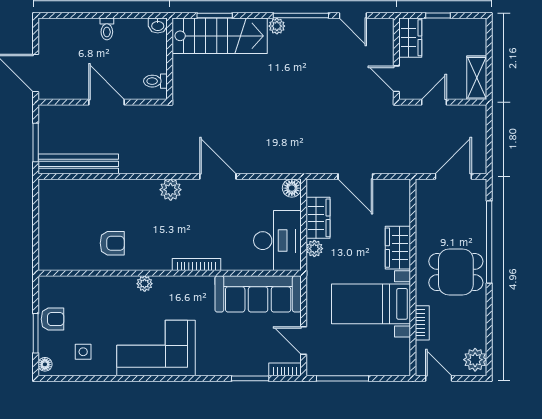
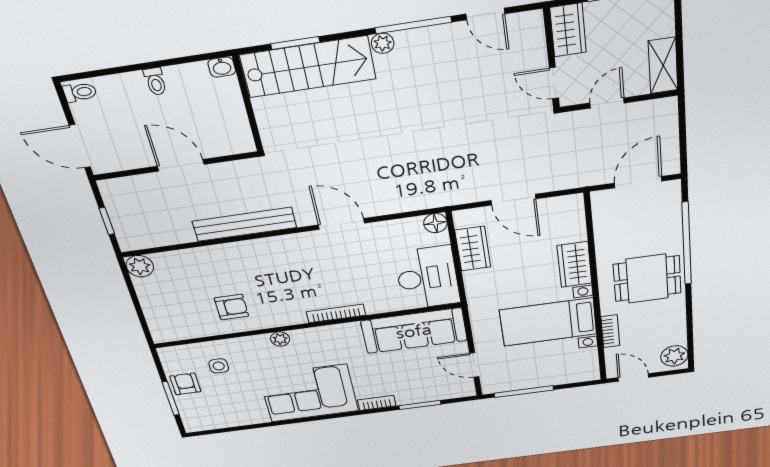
toilet: (155, 81) -> (80, 92), moved, turned 180
window: (36, 142) -> (107, 221), width x0.67
bench: (78, 164) -> (244, 224), moved
plant: (171, 190) -> (140, 266), moved
plant: (314, 249) -> (473, 279), removed
armchair: (53, 319) -> (185, 384), turned -90
side table: (83, 352) -> (219, 366), moved
floor lamp: (45, 364) -> (190, 423), removed
bookcase: (285, 369) -> (377, 403), moved

